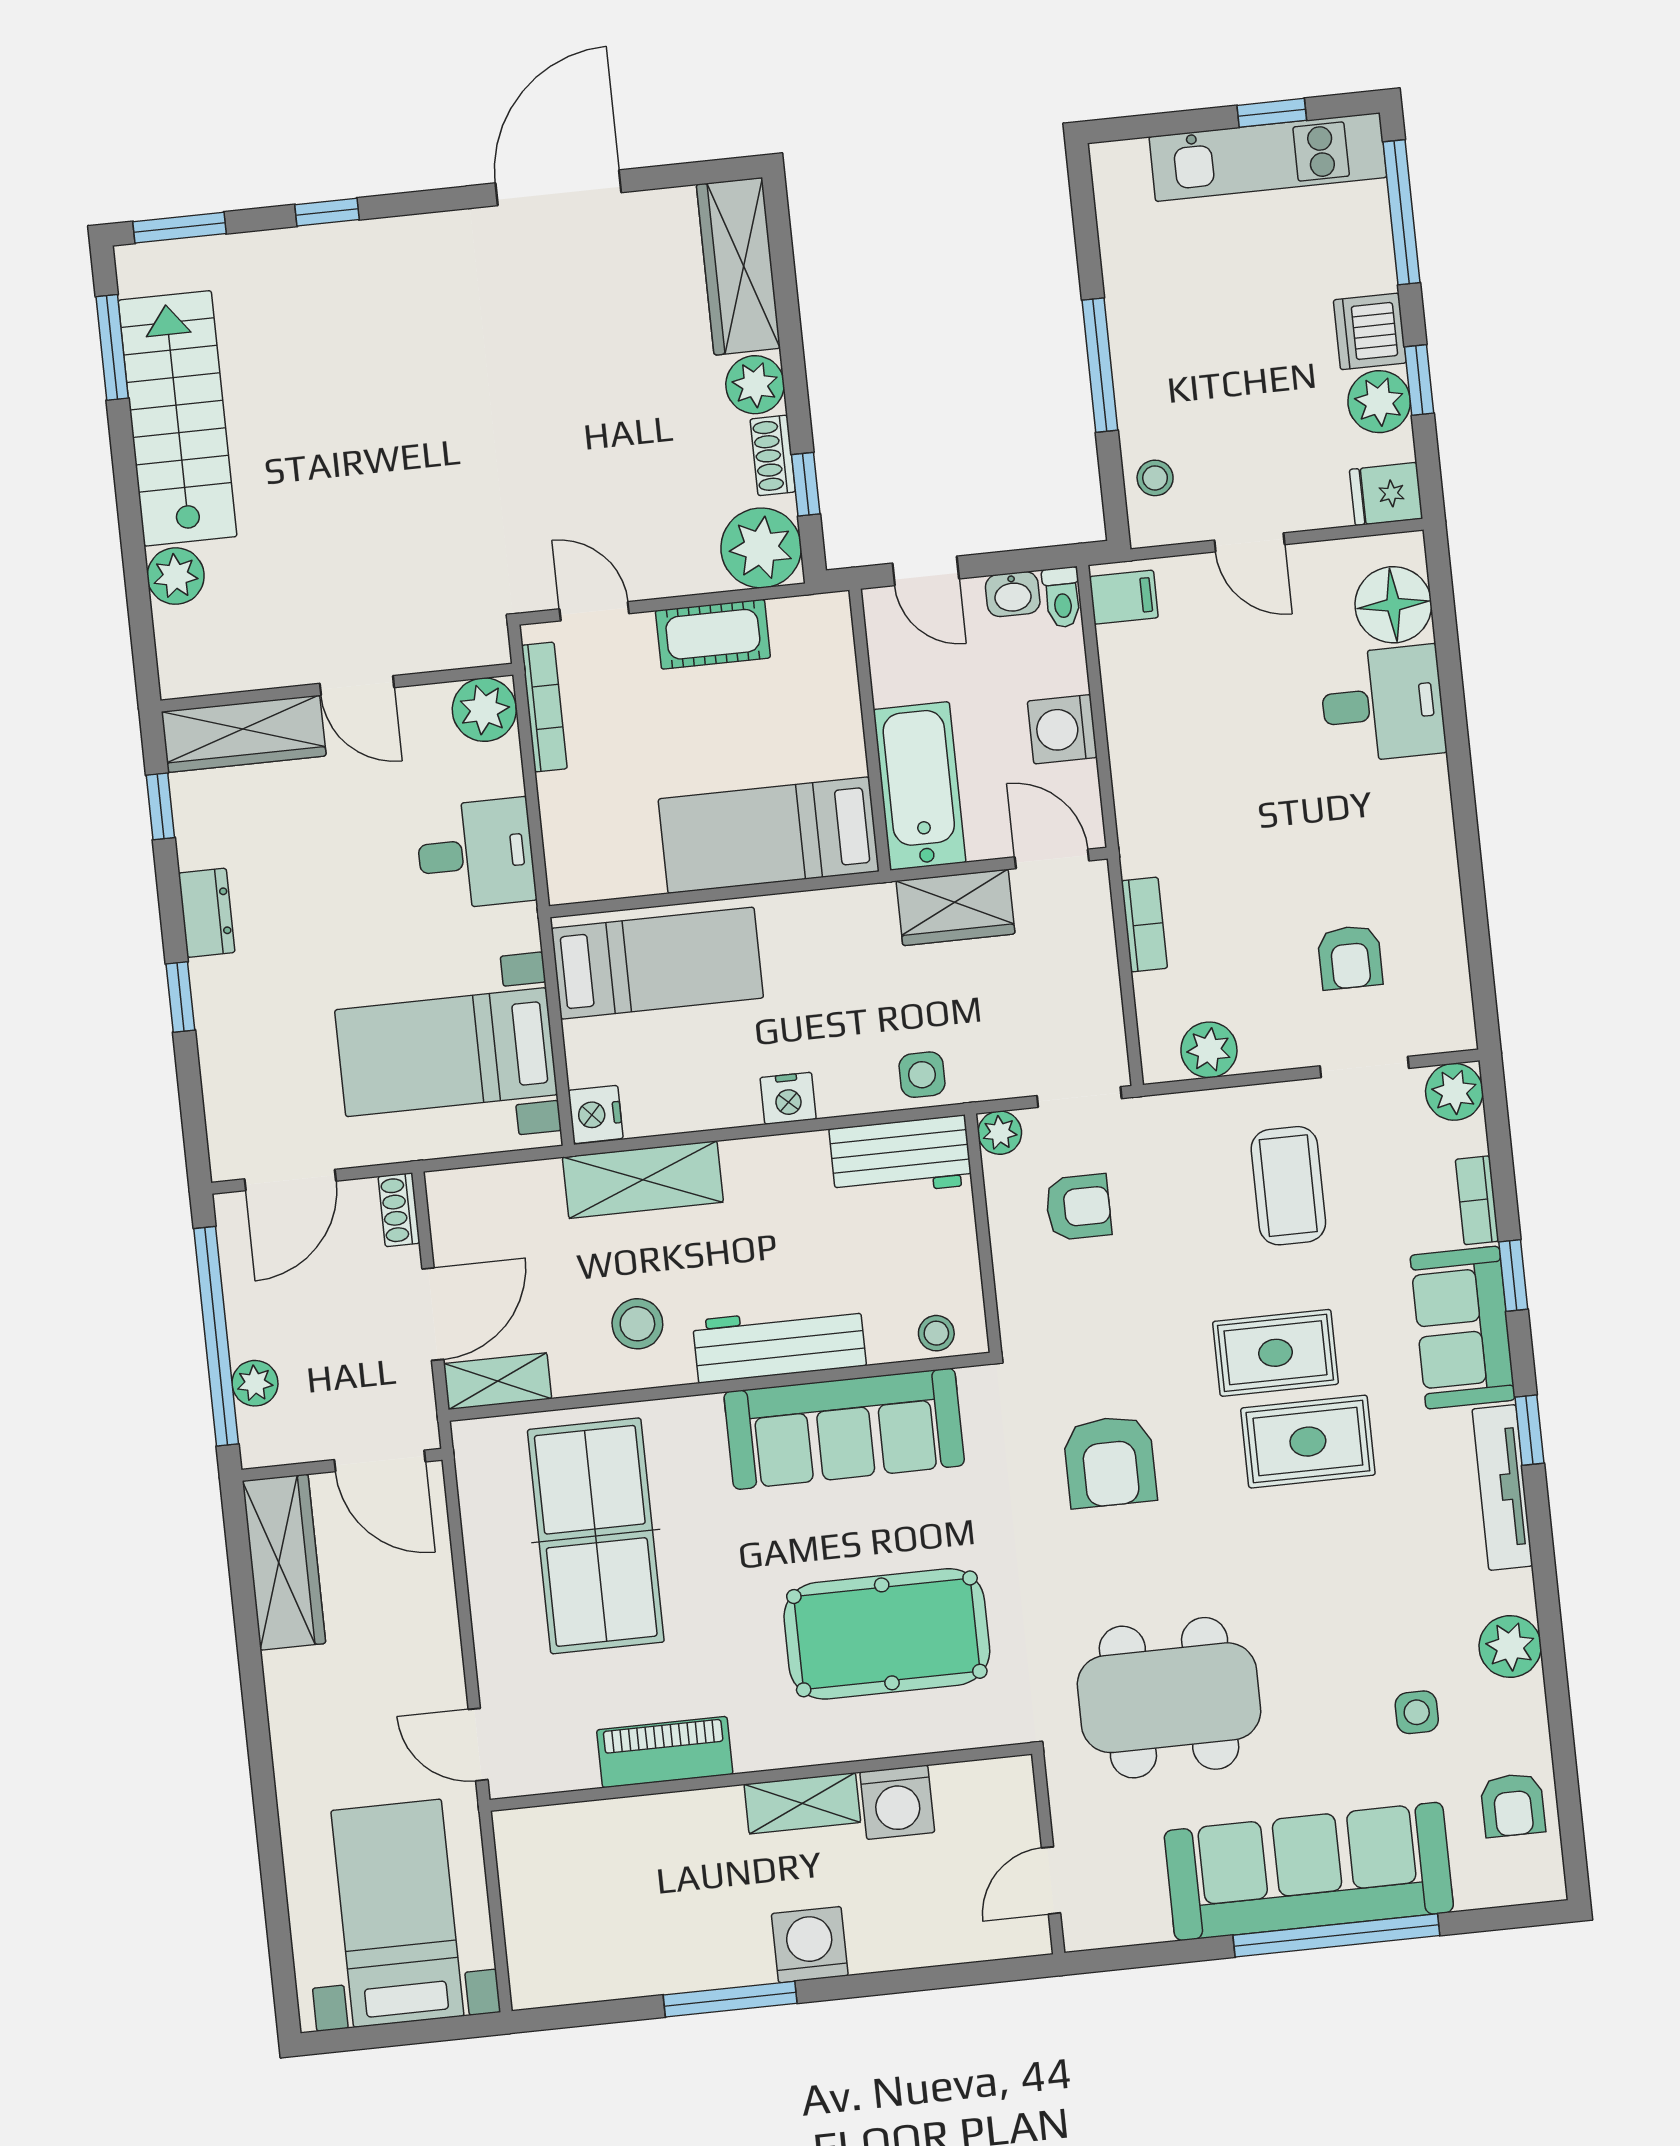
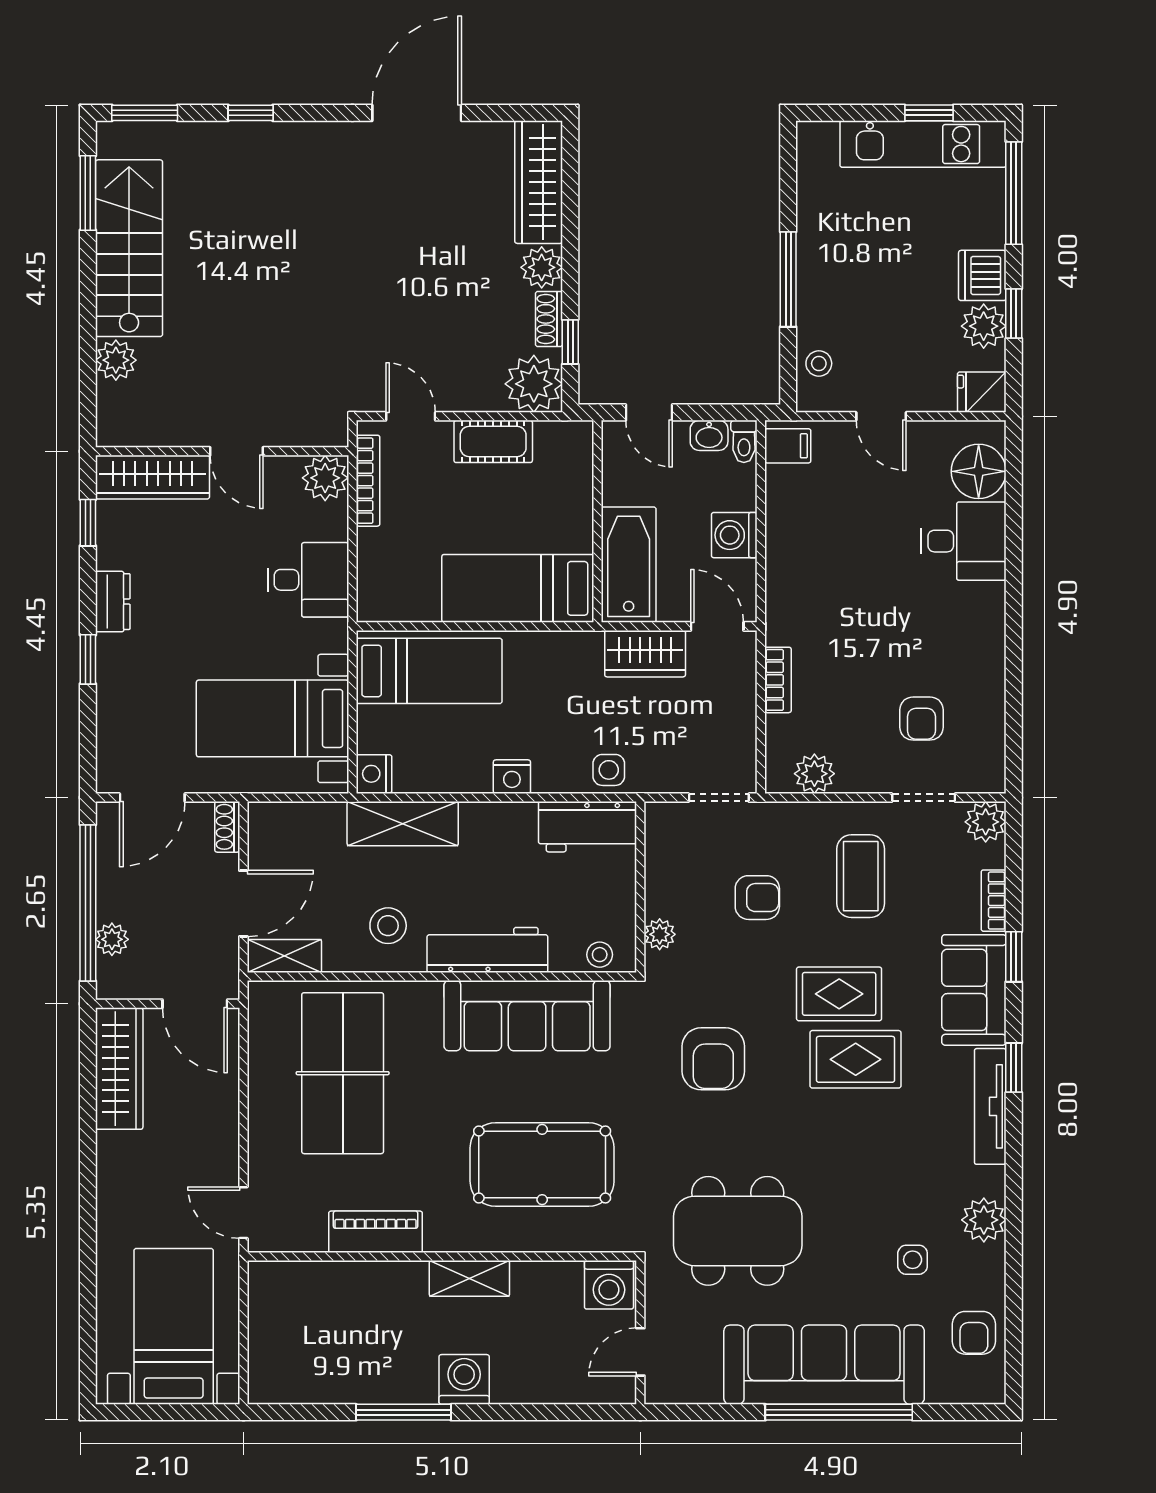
plant: (1000, 1133) -> (660, 934), moved
armchair: (1078, 1207) -> (757, 898), moved
washing machine: (897, 1802) -> (609, 1285), moved

